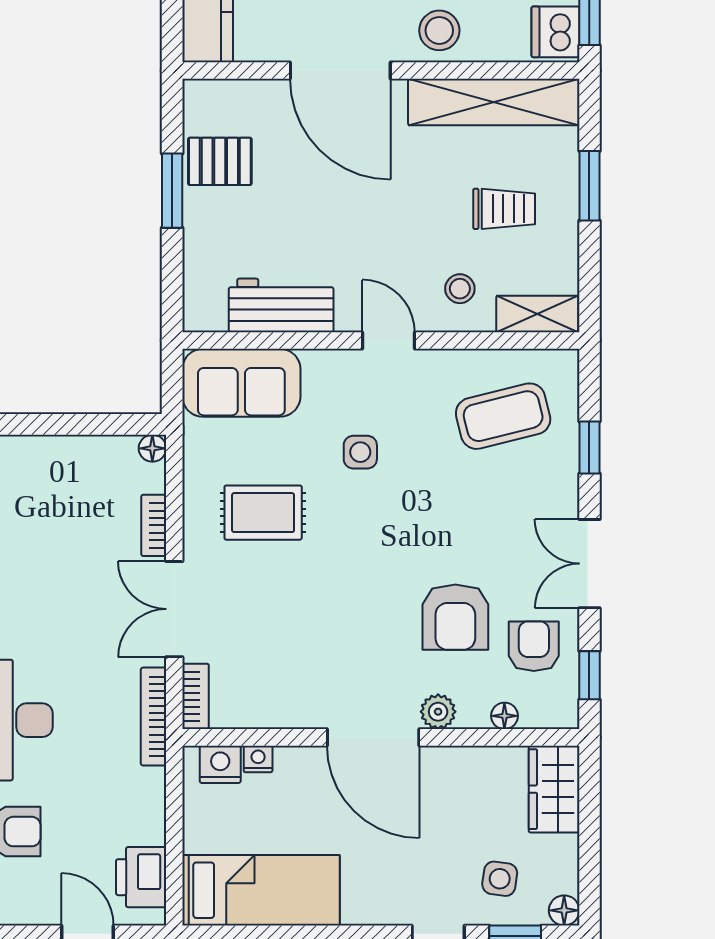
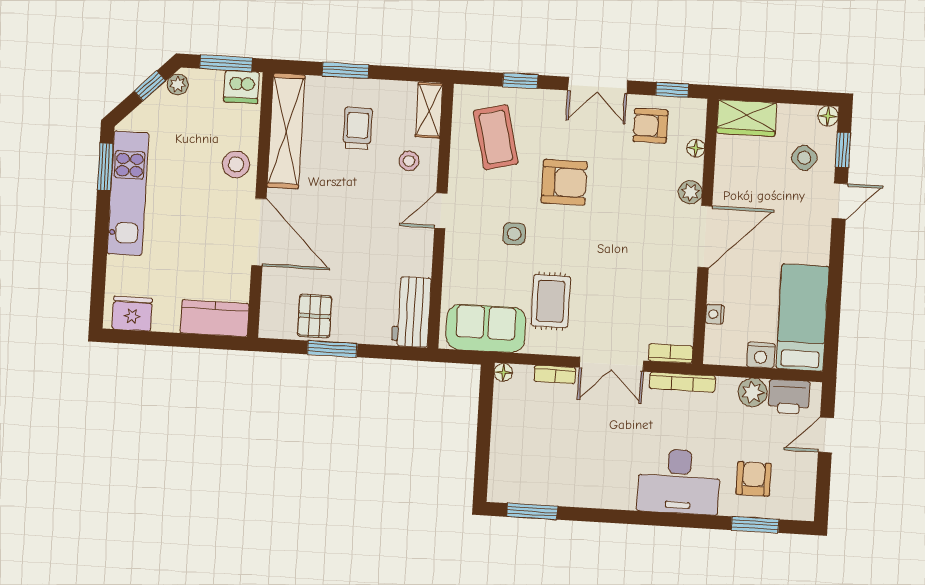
door: (340, 71) -> (259, 232), hinge flipped
workbench: (281, 305) -> (411, 312), moved
sofa: (241, 383) -> (486, 328), moved, turned -90
armchair: (455, 617) -> (564, 182), moved
nightstand: (220, 764) -> (761, 355), moved, turned -90
plant: (145, 822) -> (752, 392), added
side table: (500, 879) -> (804, 158), turned 31

